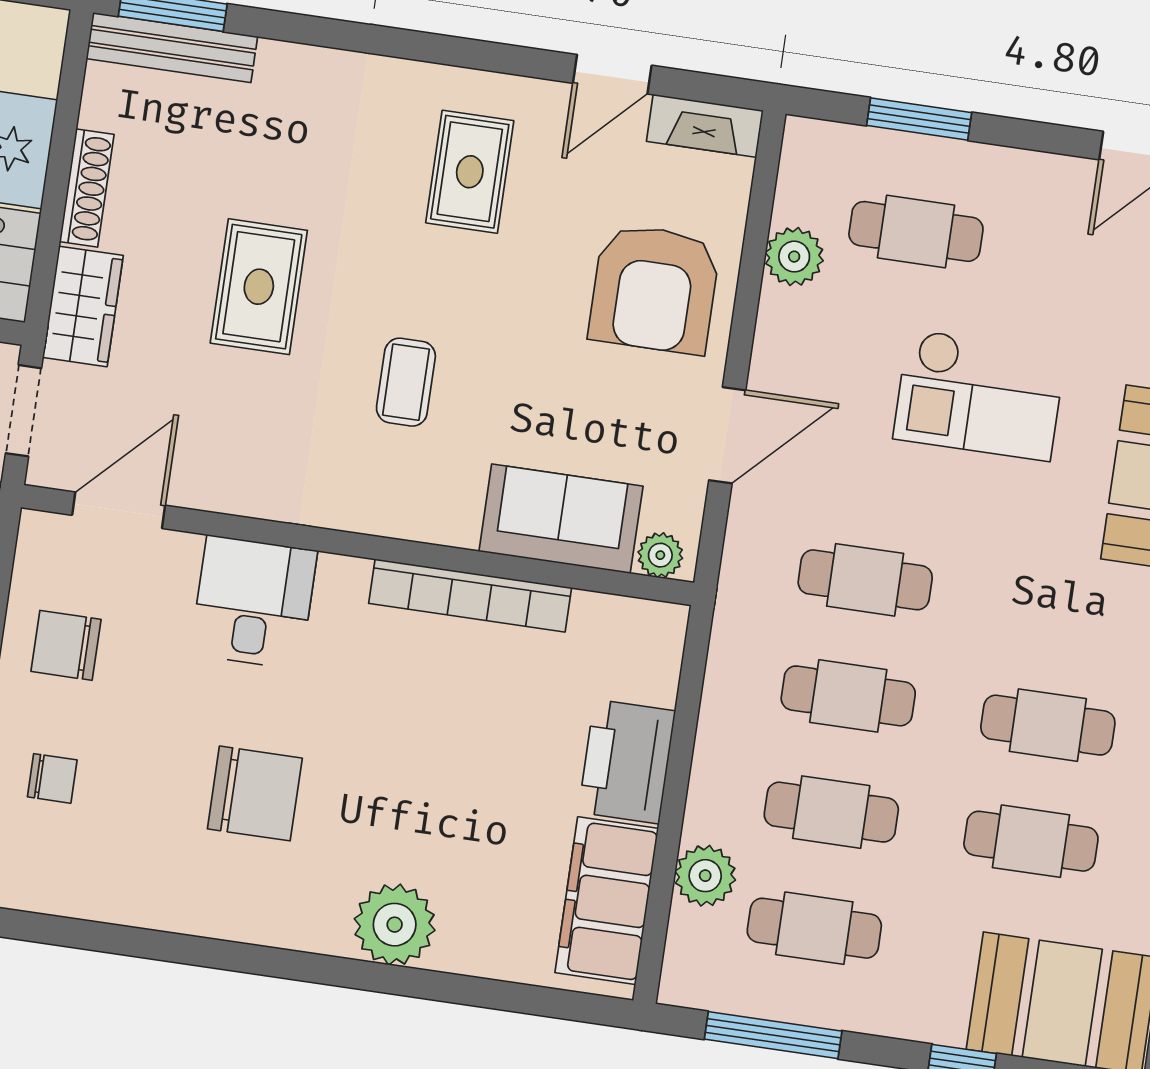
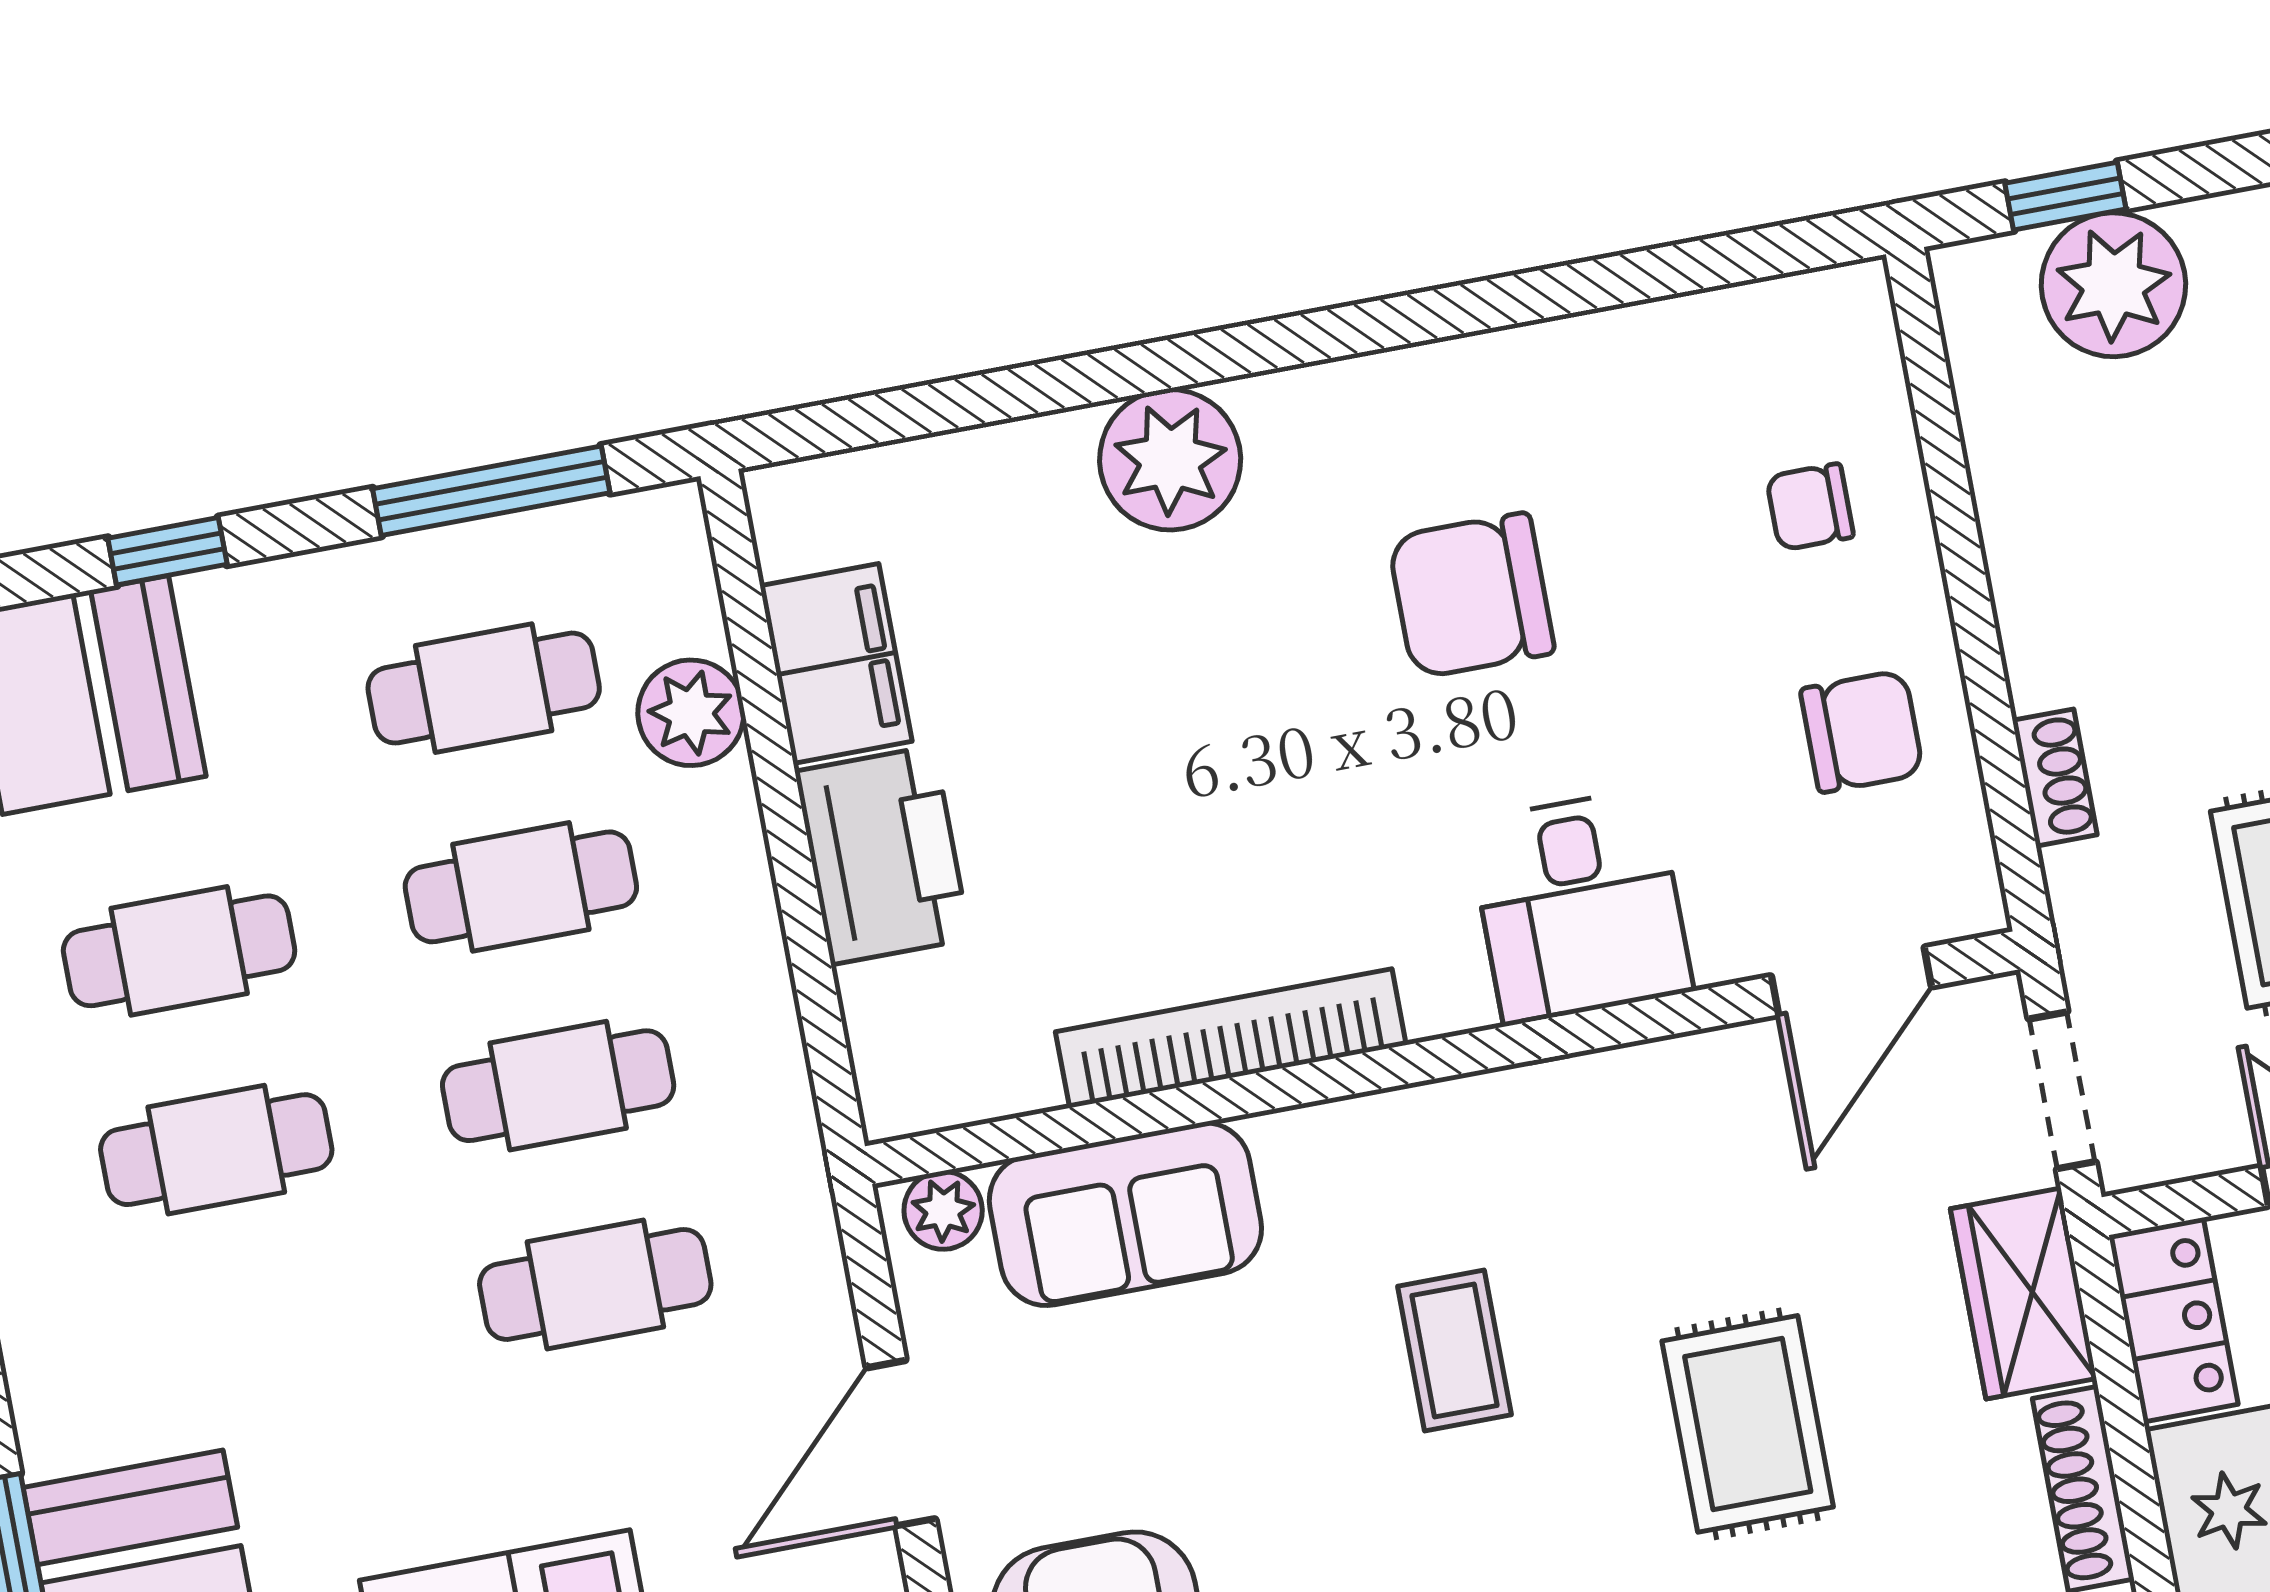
filing cabinet: (607, 901) -> (836, 664), width x0.67, depth x0.86

